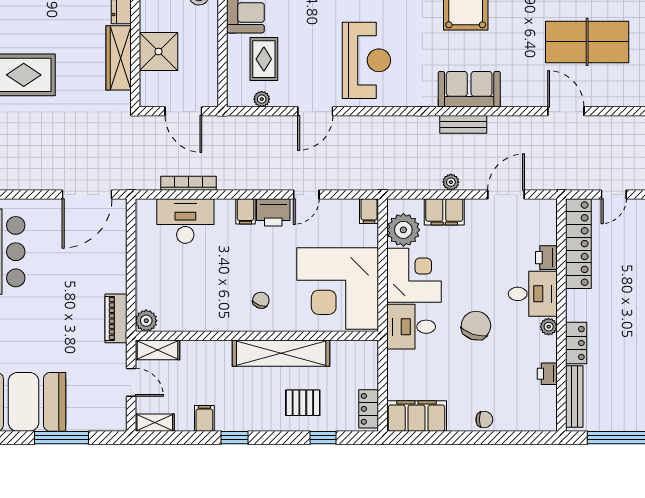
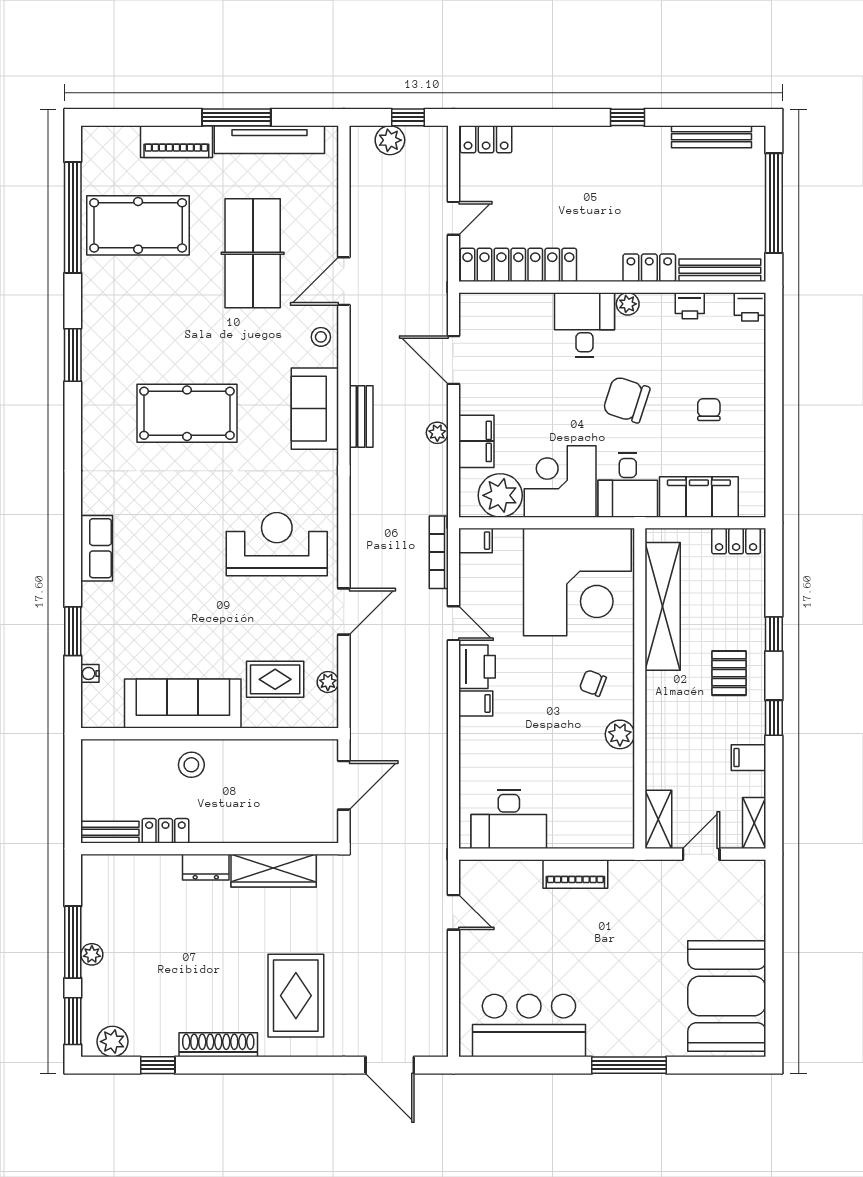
shower: (158, 52) -> (265, 818), removed
stool: (524, 94) -> (321, 337), added
door: (315, 111) -> (344, 612), hinge flipped
bookcase: (189, 183) -> (439, 552), moved
door: (87, 194) -> (453, 912), width x0.53
door: (614, 194) -> (453, 218), hinge flipped
desk: (185, 221) -> (509, 819), moved, turned -90
printer: (546, 258) -> (750, 307), moved
piano: (116, 318) -> (575, 874), moved
plant: (146, 321) -> (620, 734), moved
shelving: (281, 353) -> (663, 606), moved
pallet: (303, 403) -> (729, 673), moved
filing cabinet: (417, 416) -> (699, 497), moved, turned 90
chair: (484, 419) -> (709, 410), moved
window: (62, 438) -> (774, 946), removed
window: (323, 438) -> (774, 634), moved

